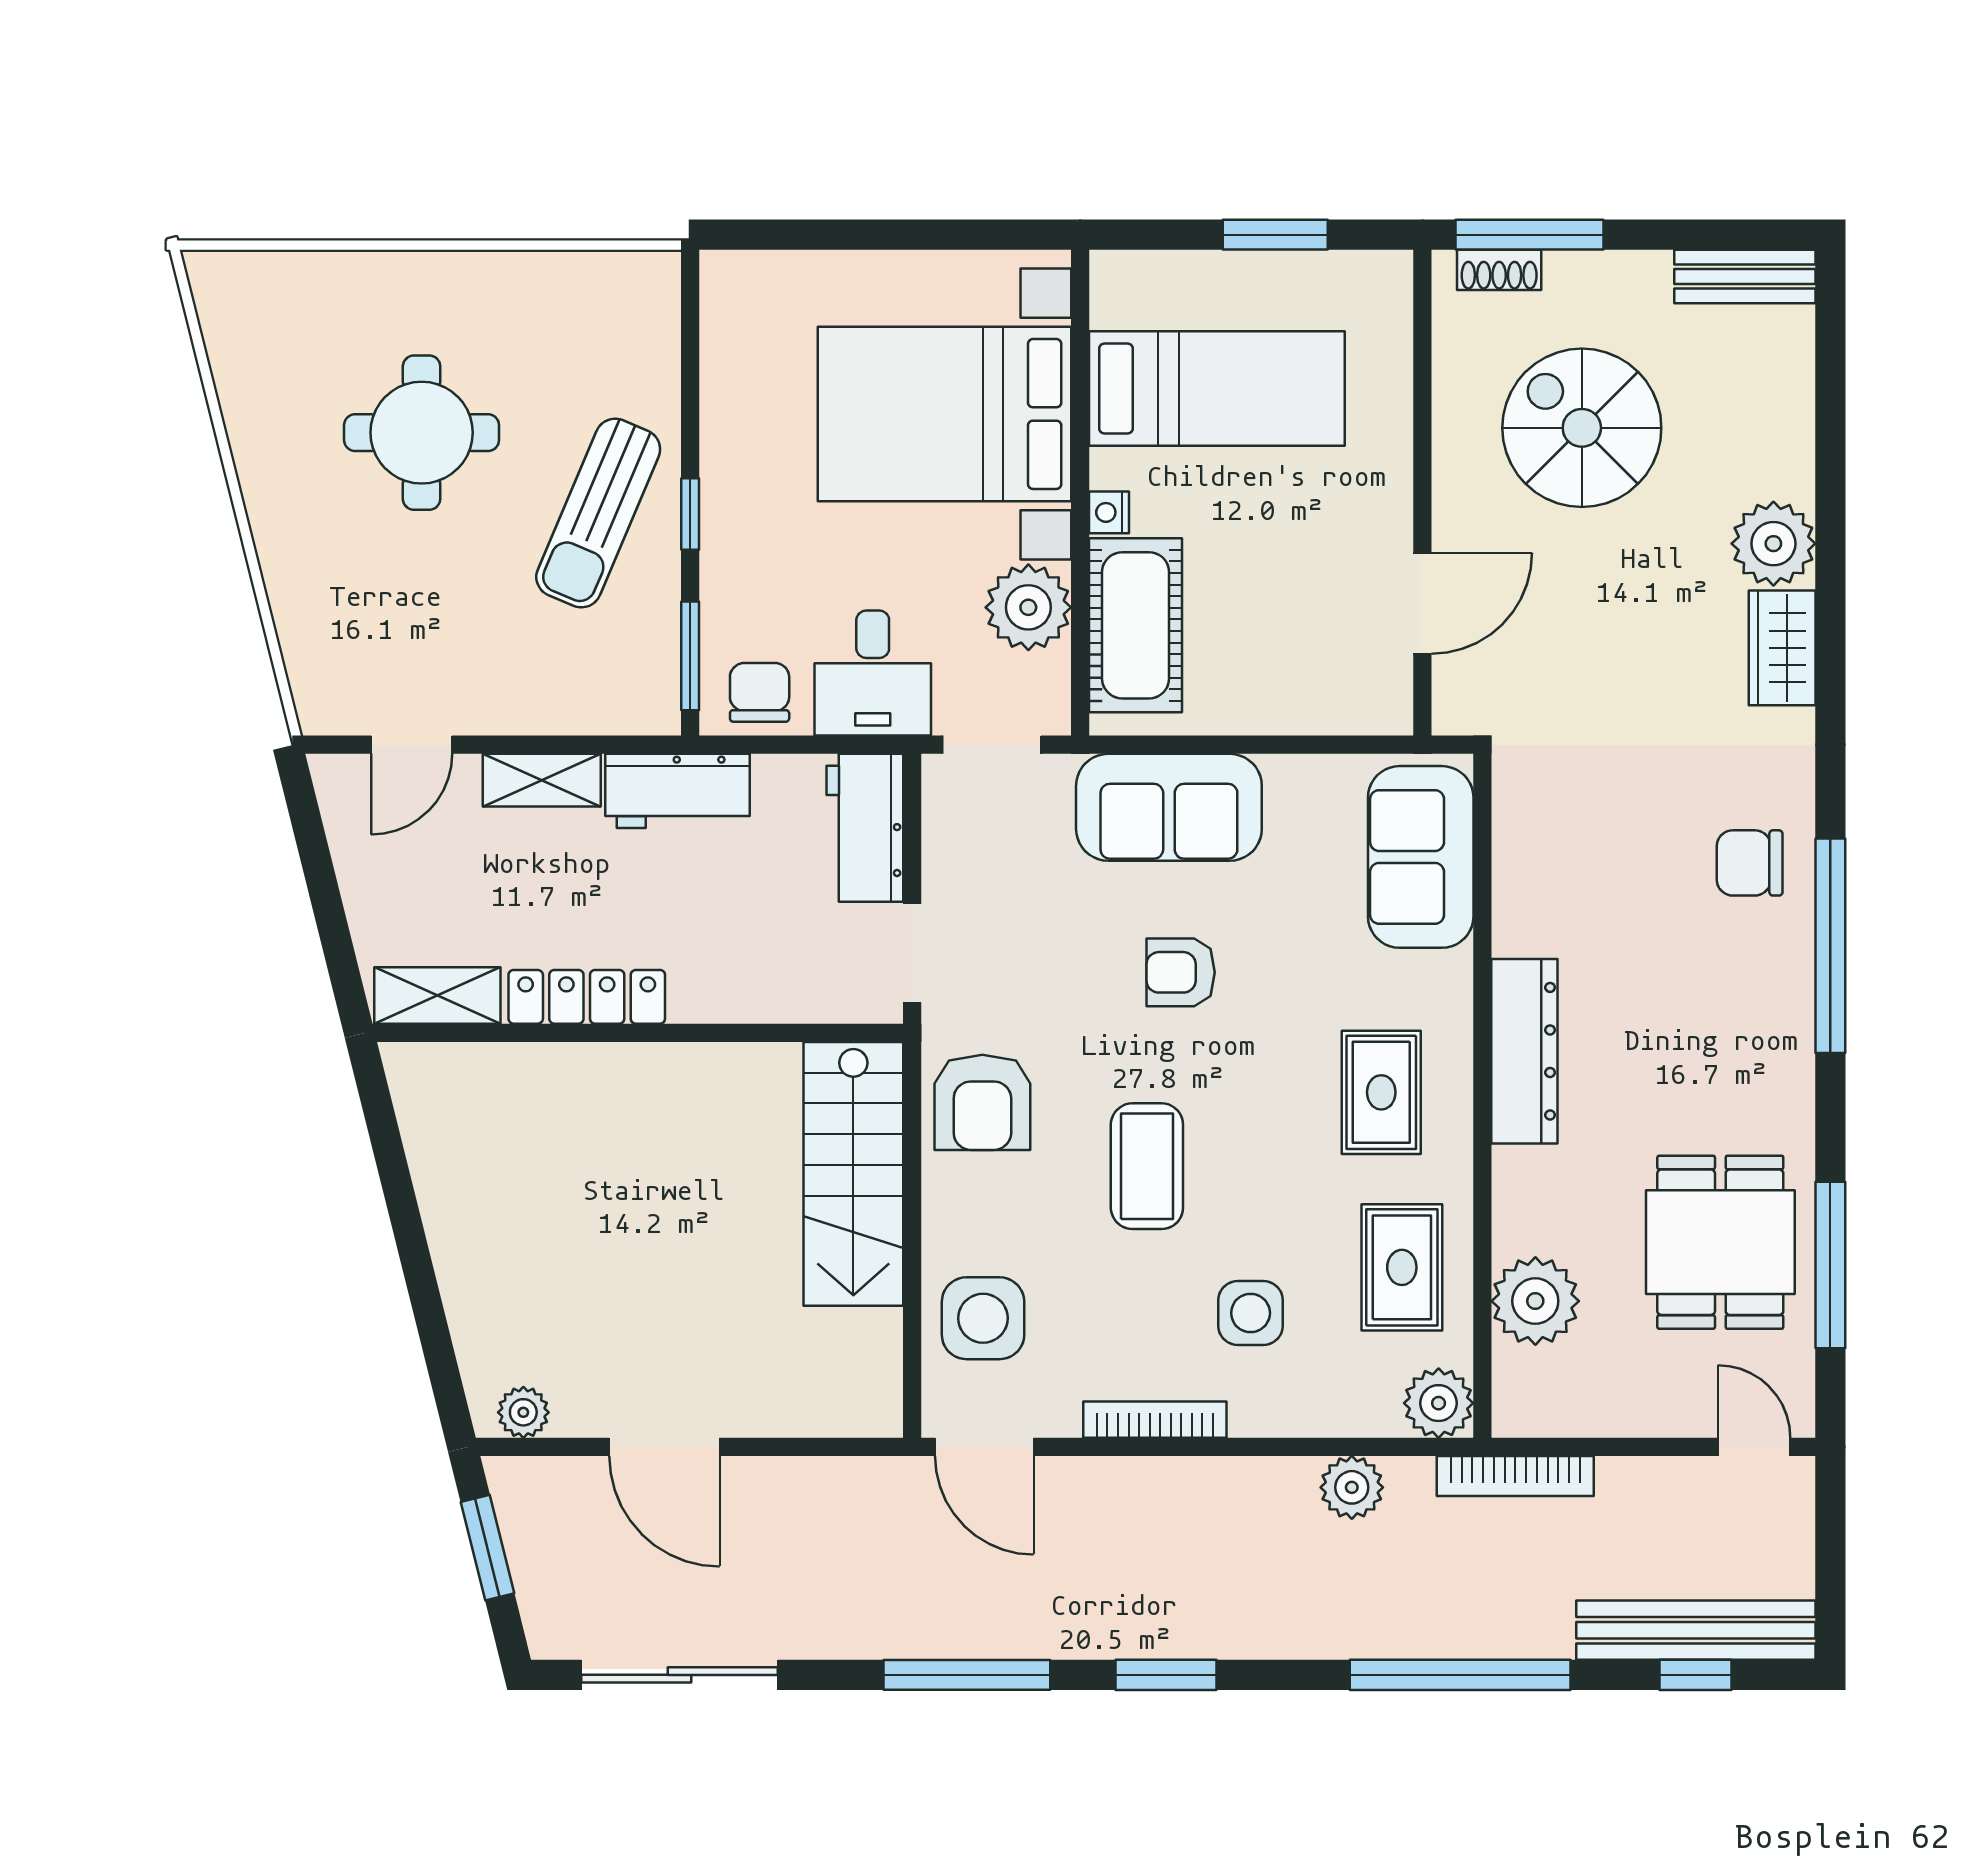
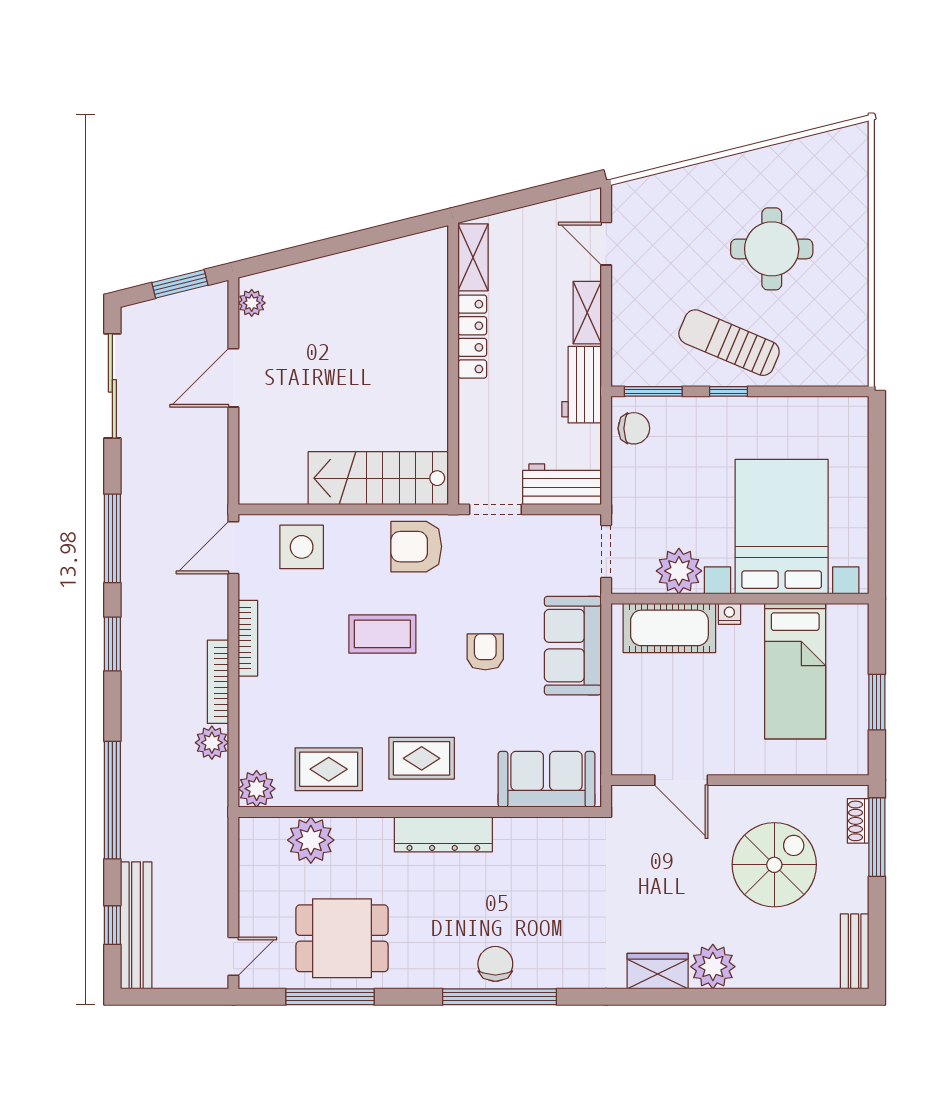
desk: (873, 673) -> (644, 488), removed
chair: (1750, 863) -> (495, 964), moved
side table: (1251, 1313) -> (304, 689), removed
bookcase: (1515, 1476) -> (218, 682), moved

